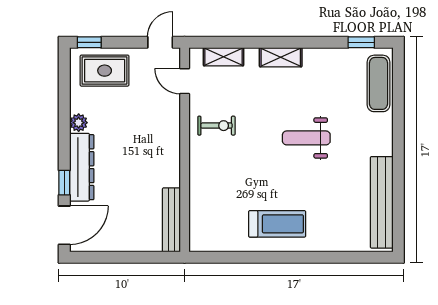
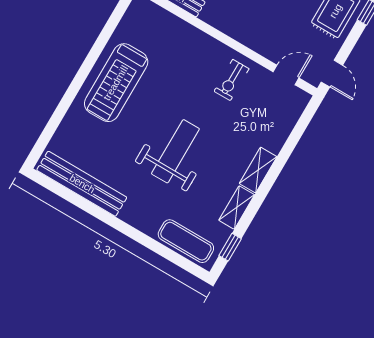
shelving: (224, 57) -> (237, 208), moved
weight bench: (306, 138) -> (175, 151), width x1.36, depth x1.33
treadmill: (277, 224) -> (116, 83), width x1.37, depth x1.38

